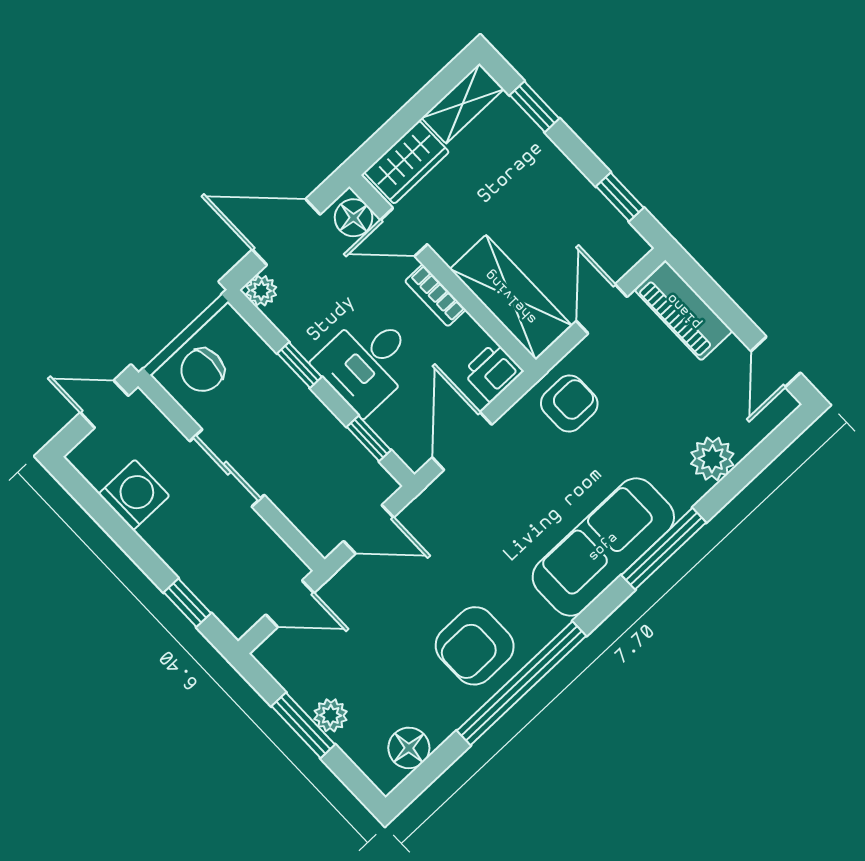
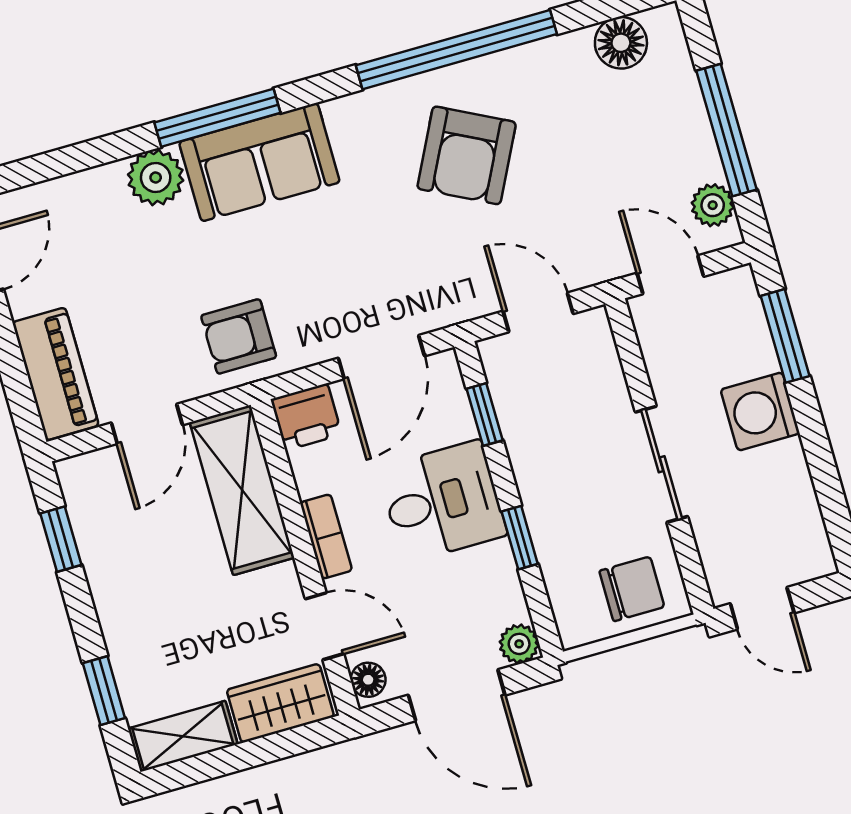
floor lamp: (354, 218) -> (368, 680), width x0.73, depth x0.73
plant: (712, 459) -> (156, 177), moved
washing machine: (134, 495) -> (760, 411), moved
sofa: (603, 547) -> (259, 162), width x0.73
window: (187, 603) -> (785, 336), width x1.50
armchair: (475, 646) -> (467, 155), moved, turned 117
plant: (331, 715) -> (713, 205), moved
window: (303, 725) -> (726, 130), width x1.44

